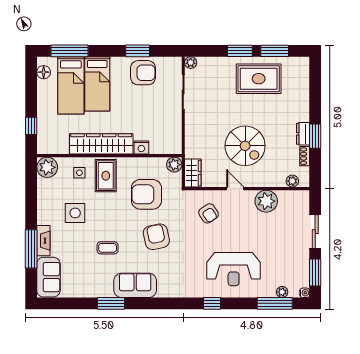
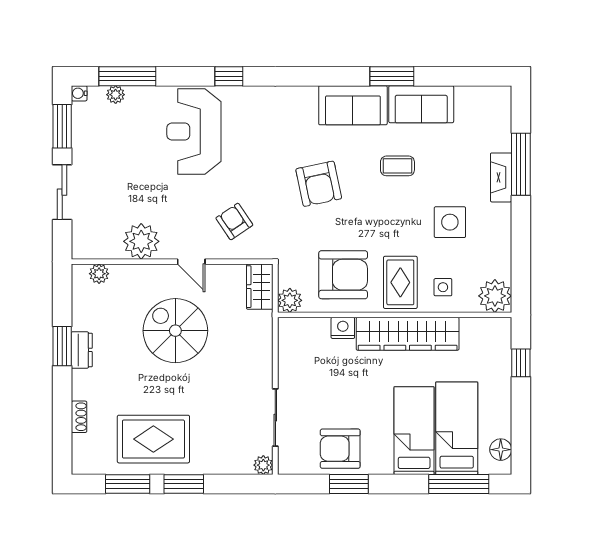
shoe rack: (305, 156) -> (79, 417), moved
armchair: (146, 194) -> (343, 275), moved
reception desk: (234, 269) -> (194, 131), turned -90
sofa: (48, 277) -> (421, 104), moved, turned -90

